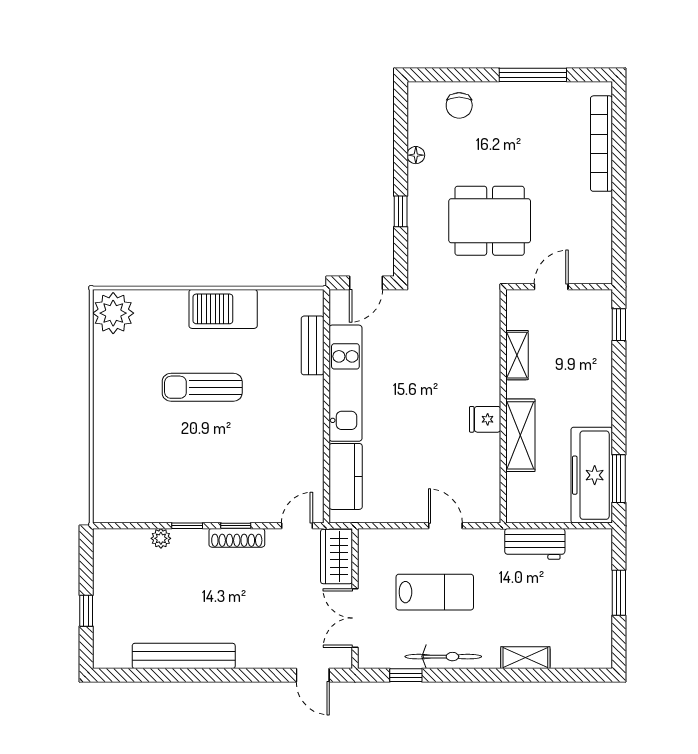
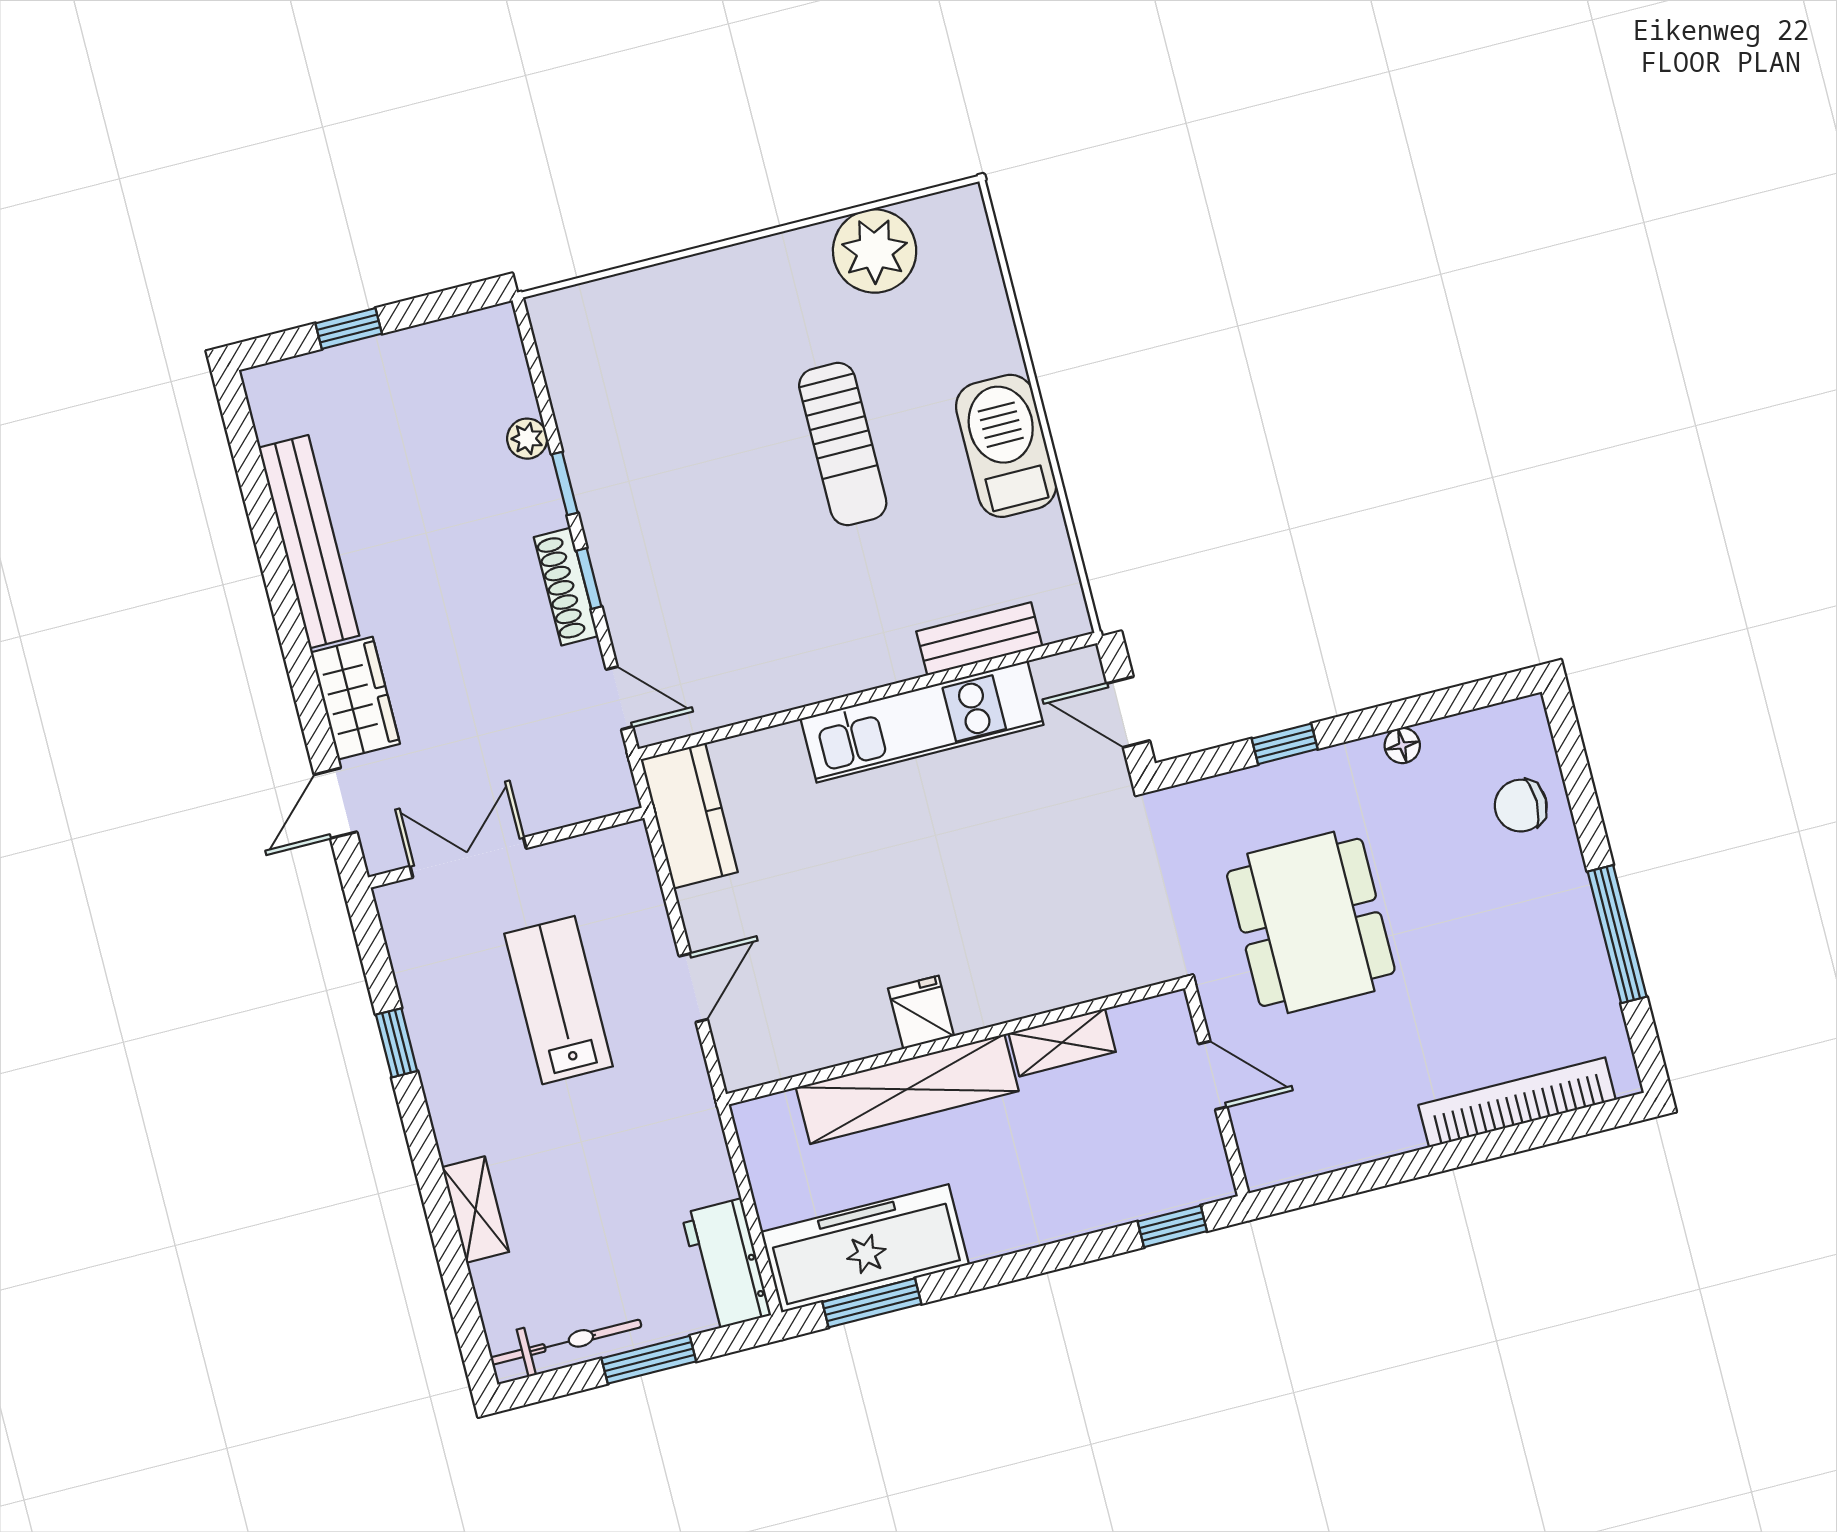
plant: (113, 313) -> (875, 251), moved
sun lounger: (202, 387) -> (843, 444), turned 180
shelving: (520, 435) -> (907, 1089), width x1.47
kitchen counter: (346, 476) -> (689, 816), moved, turned -90
workbench: (535, 544) -> (726, 1264), moved
wardrobe: (337, 556) -> (355, 698), moved, turned 90
lab bench: (435, 592) -> (559, 1000), turned 180
bicycle: (443, 657) -> (566, 1342), moved, turned -90
window: (406, 675) -> (397, 1043), moved

